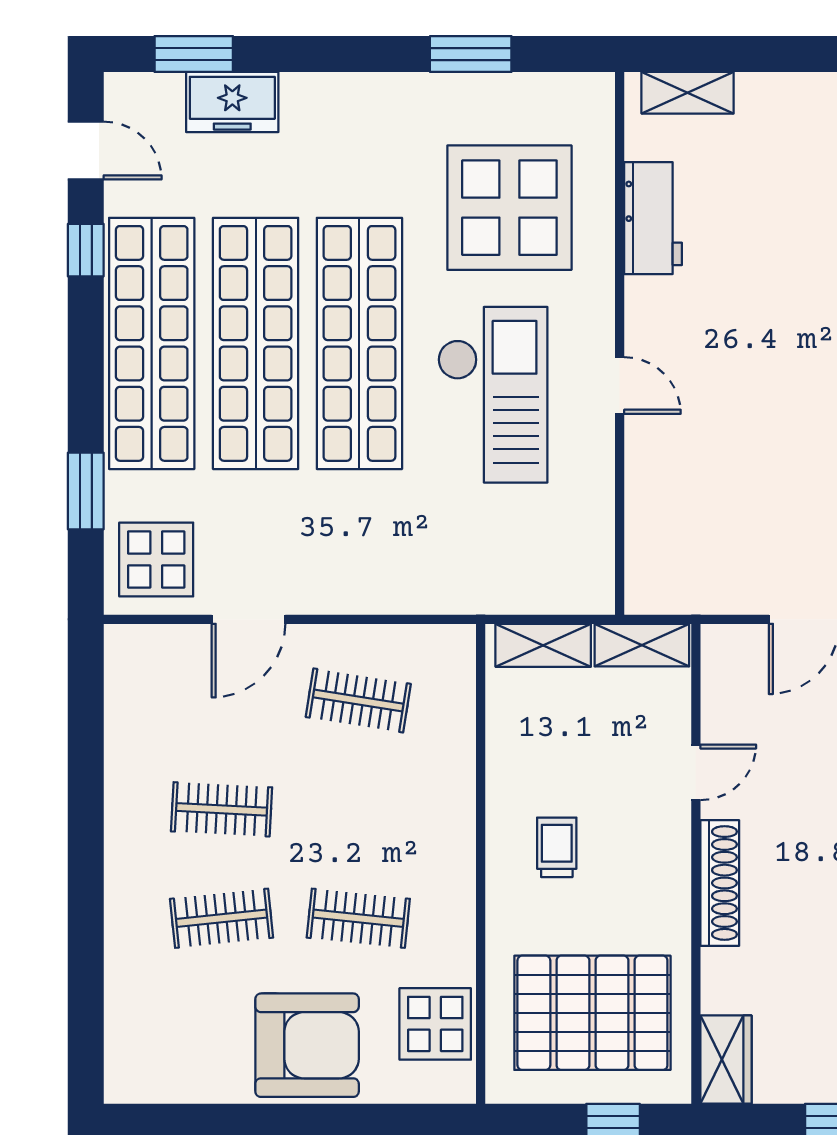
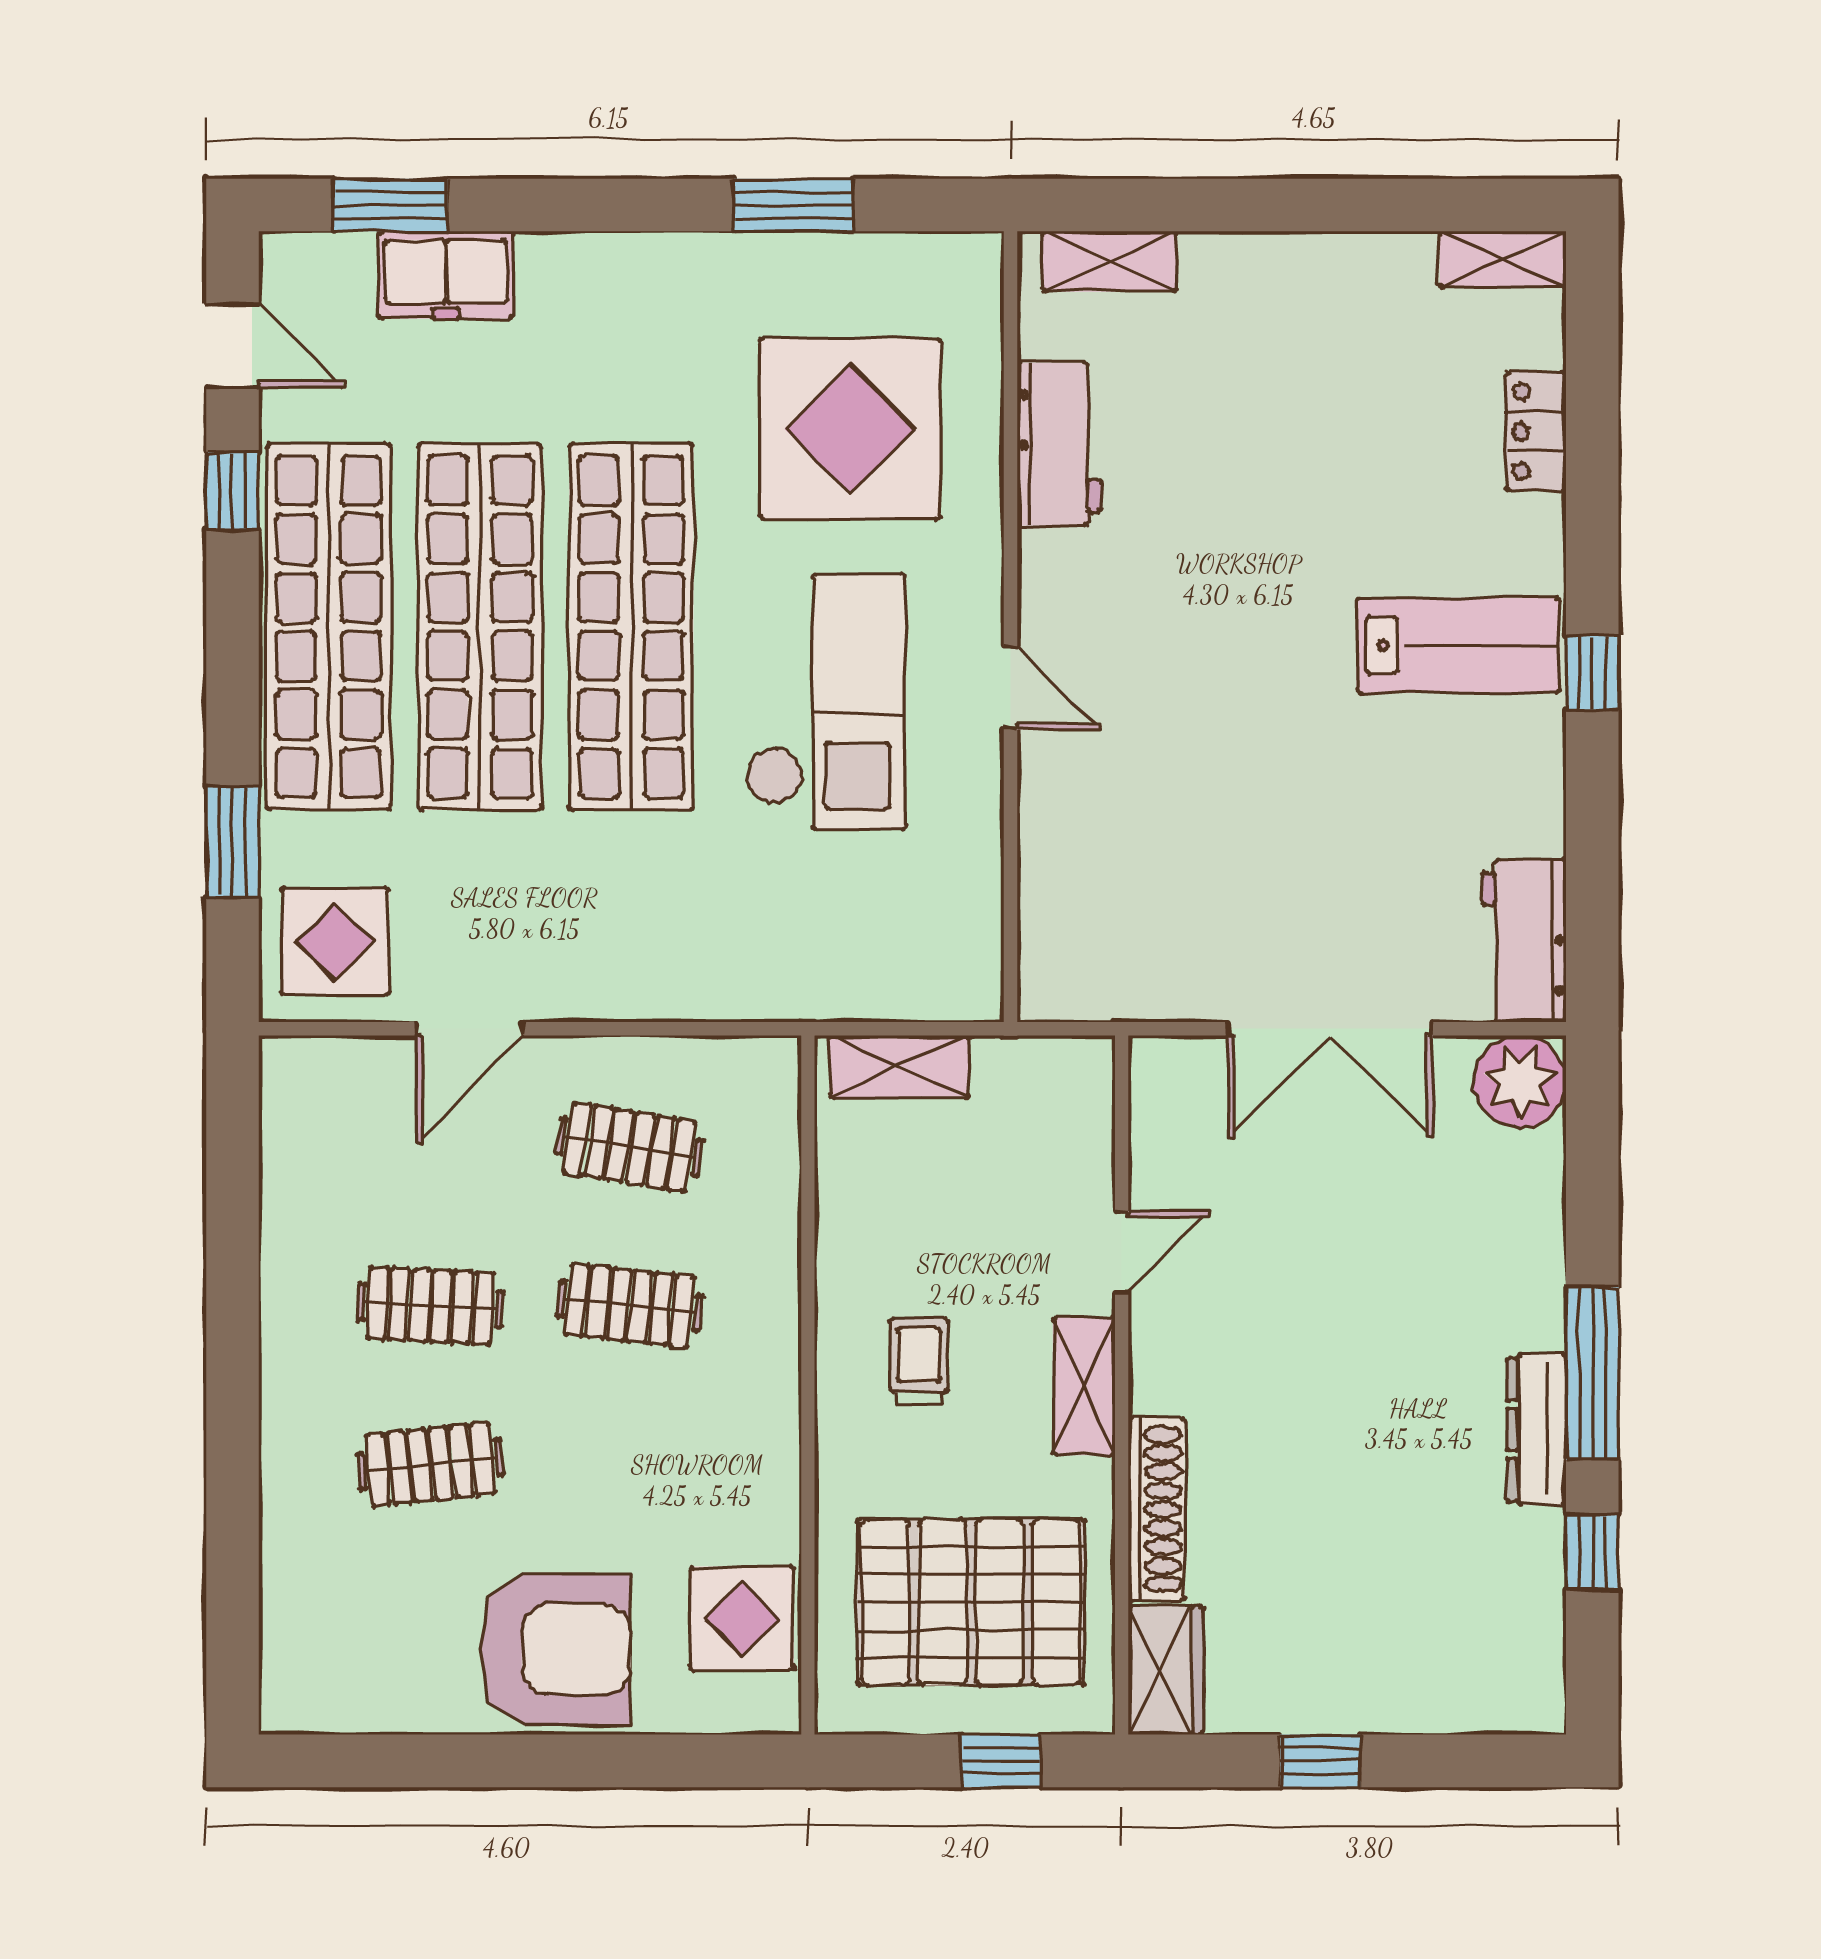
shelving: (642, 645) -> (1084, 1386), moved, turned 90
shoe rack: (720, 883) -> (1156, 1509), moved
clothes rail: (358, 918) -> (630, 1306), moved

